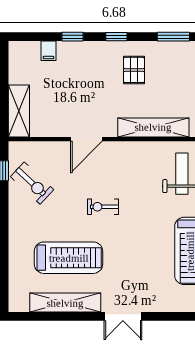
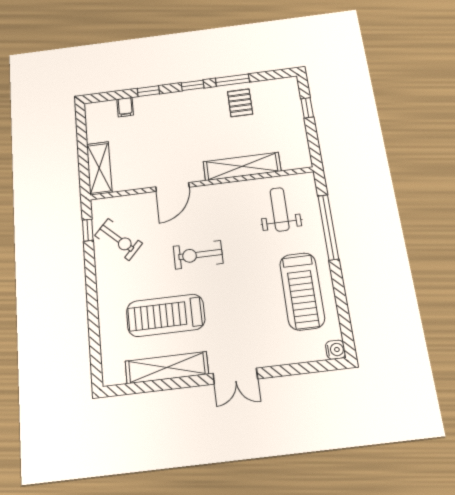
window: (173, 37) -> (232, 80), moved
pallet: (134, 70) -> (240, 103), moved
exercise bike: (103, 207) -> (198, 255), width x1.38, depth x1.39
treadmill: (69, 258) -> (166, 315), turned 180

